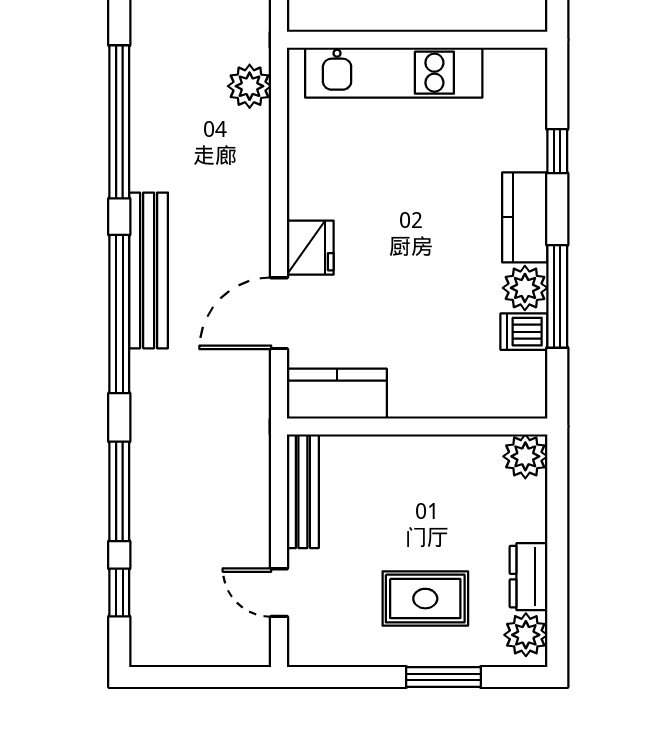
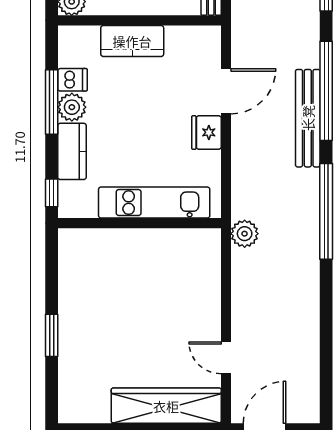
wall: (417, 40) -> (139, 223), moved
kitchen unit: (394, 73) -> (154, 203), moved
kitchen counter: (337, 394) -> (132, 41), moved

